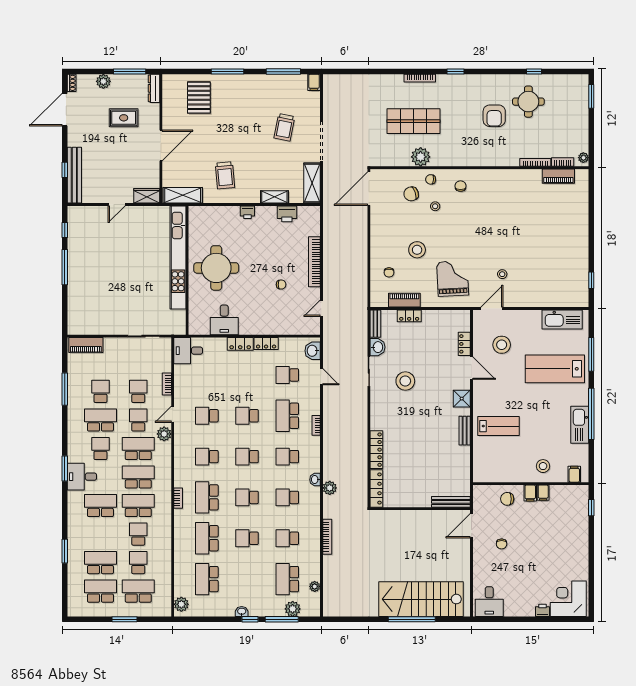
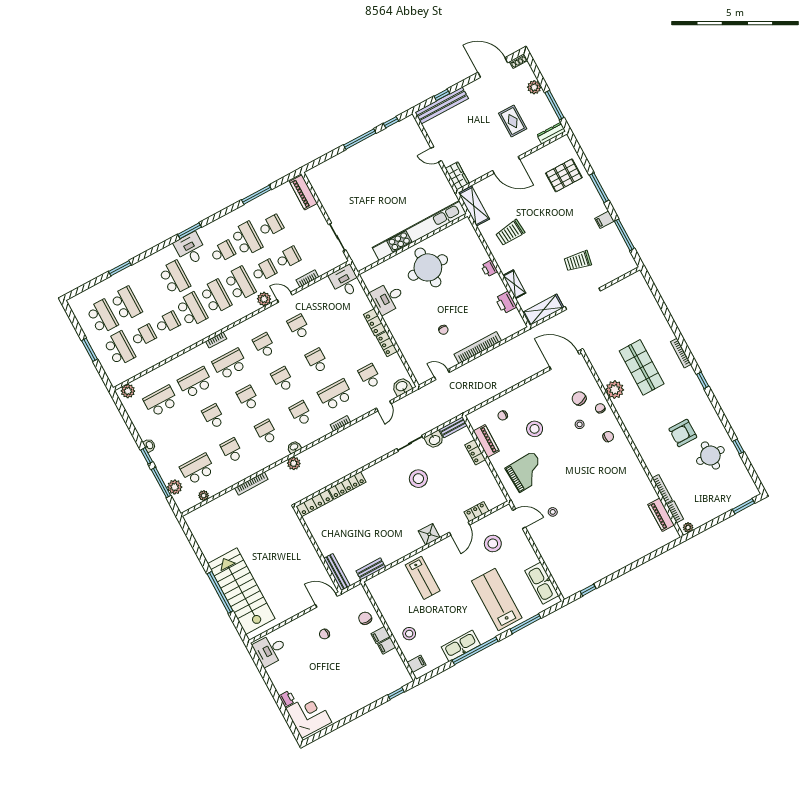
filing cabinet: (314, 82) -> (604, 220), moved
bench: (465, 431) -> (371, 569), moved

